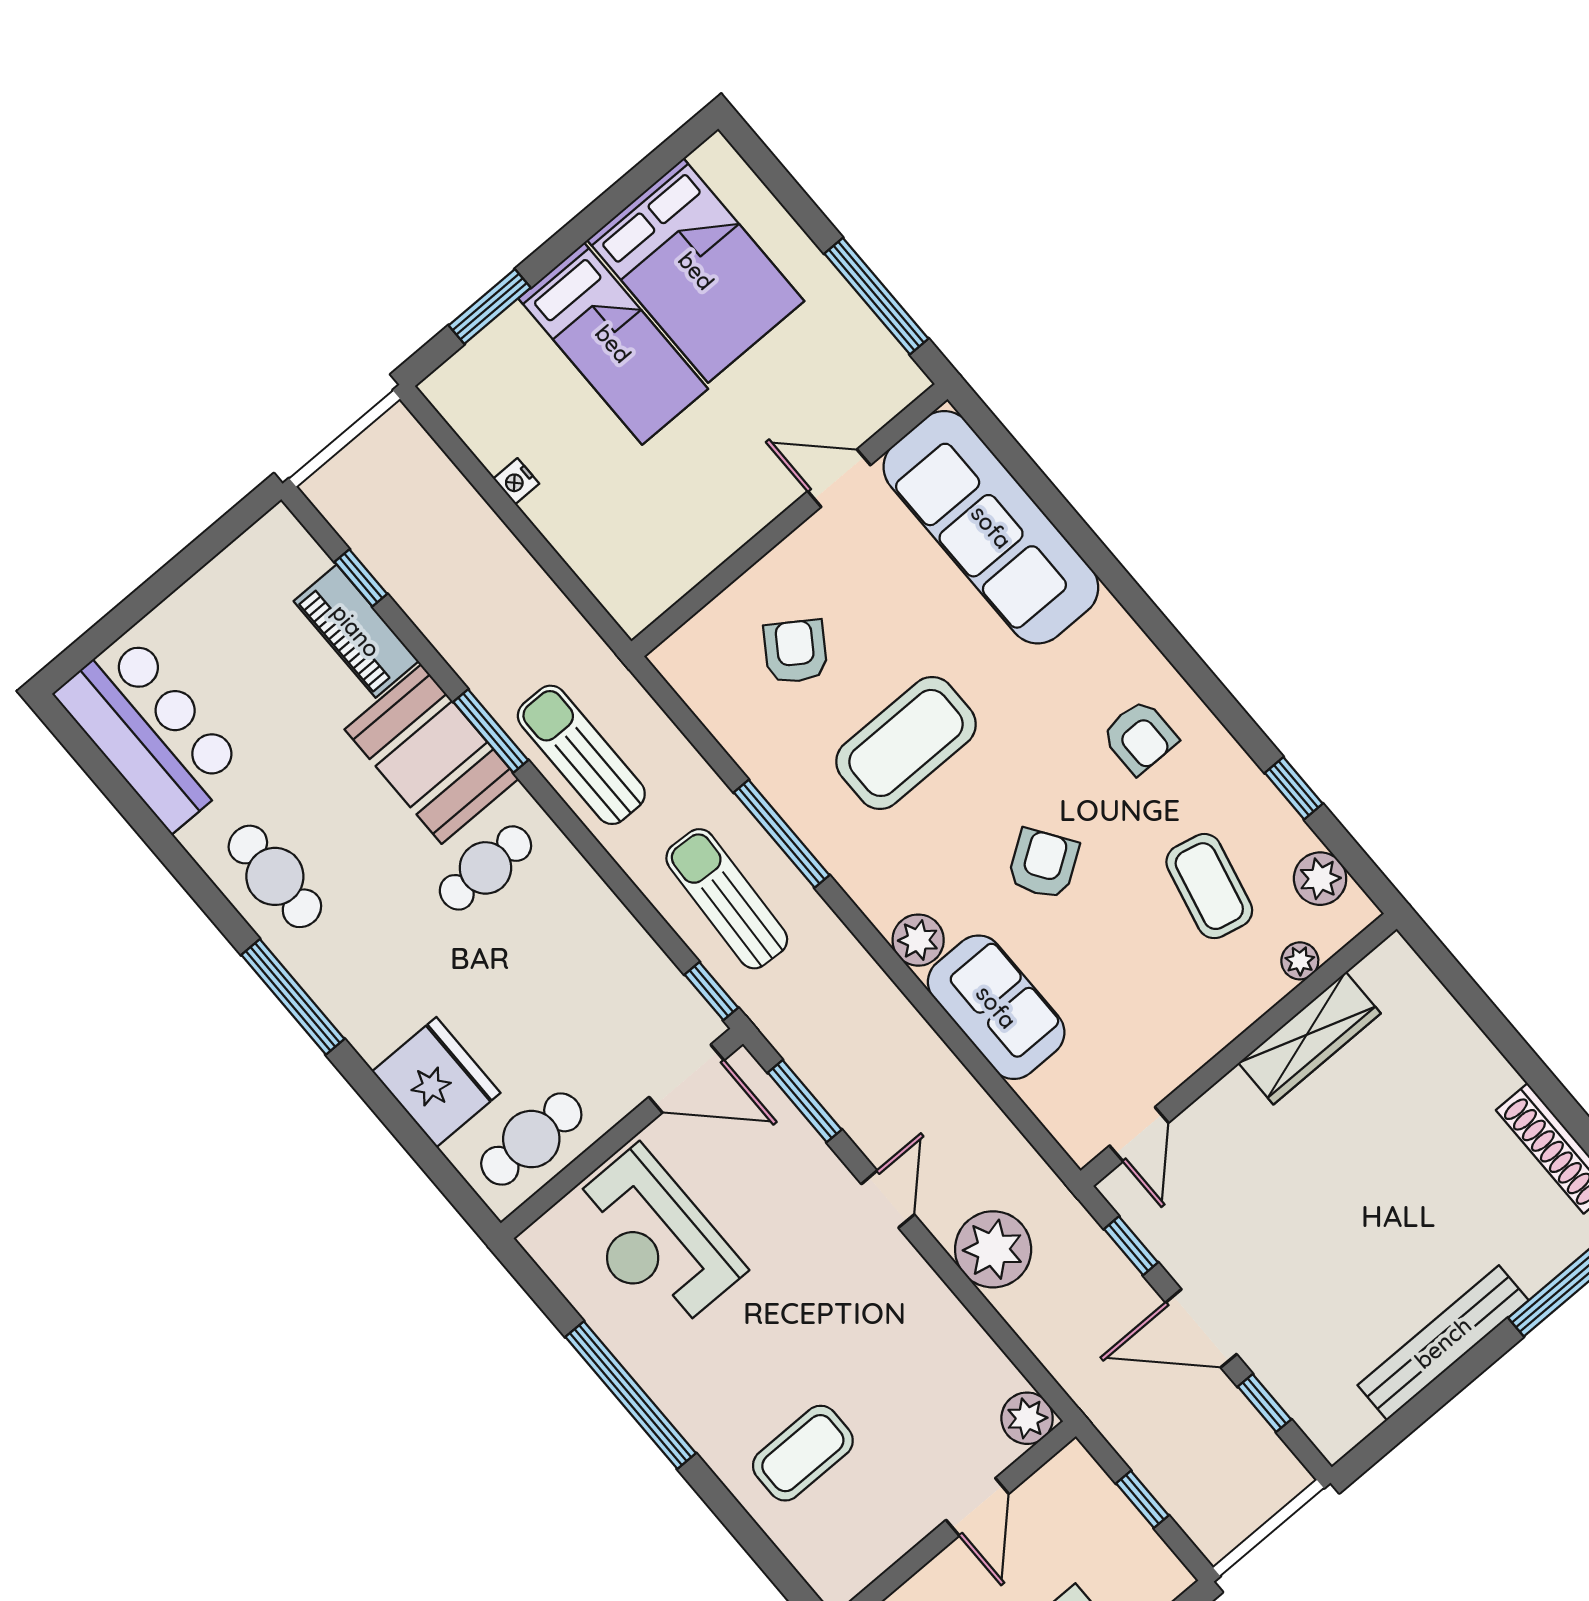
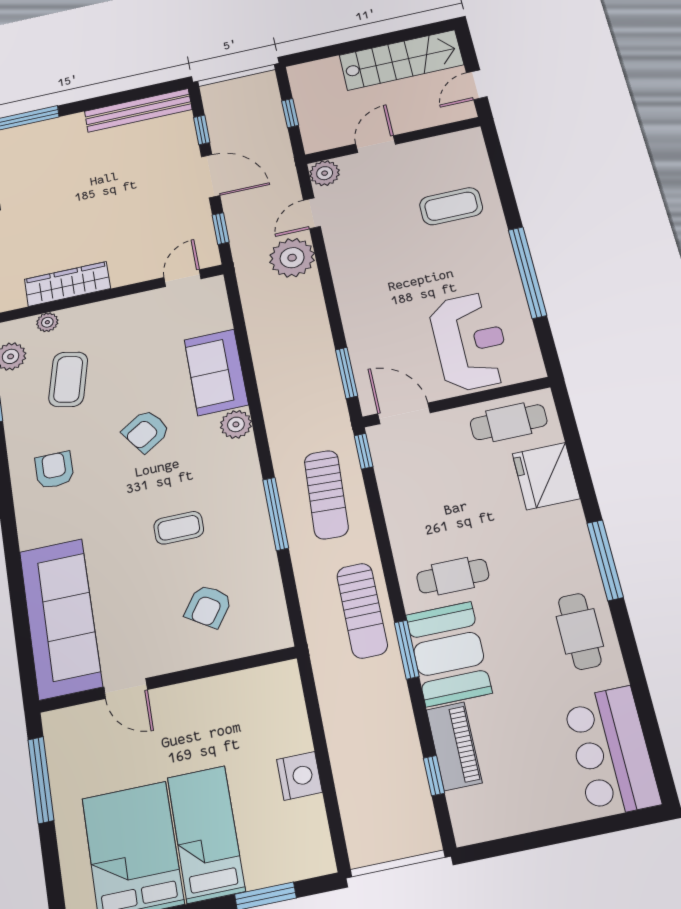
nightstand: (516, 481) -> (299, 776), width x1.89, depth x1.79
coffee table: (906, 743) -> (179, 528), width x0.54, depth x0.58
door: (888, 1199) -> (312, 213), moved
bench: (1443, 1343) -> (138, 110), moved

